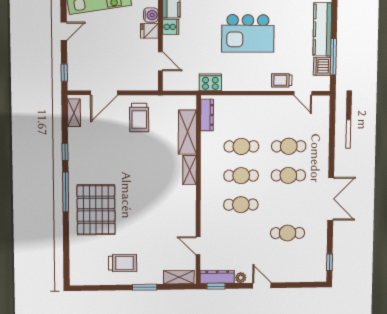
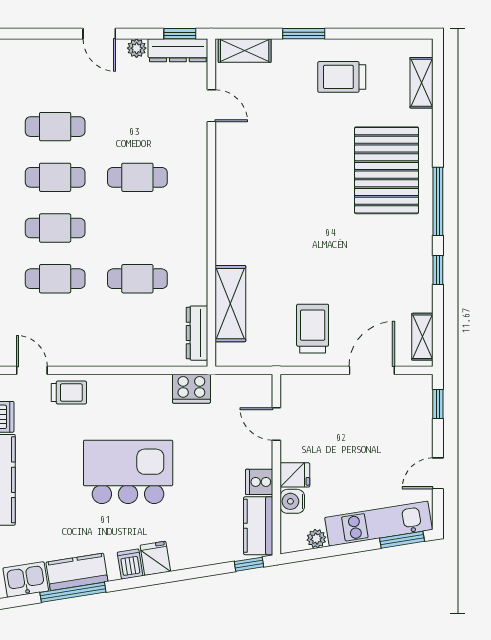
shelving: (190, 170) -> (421, 83), moved
cafe table: (241, 176) -> (55, 177), moved

